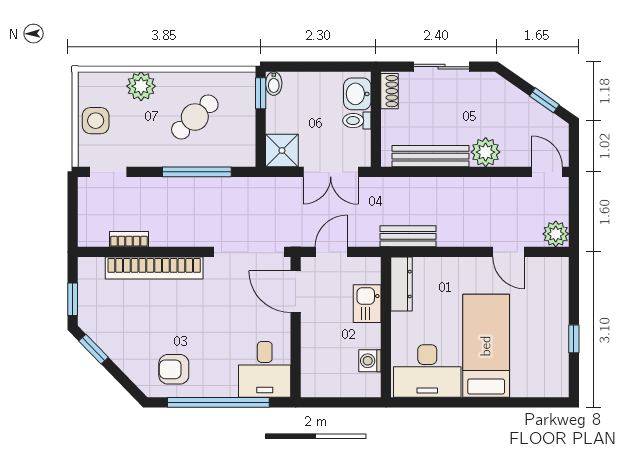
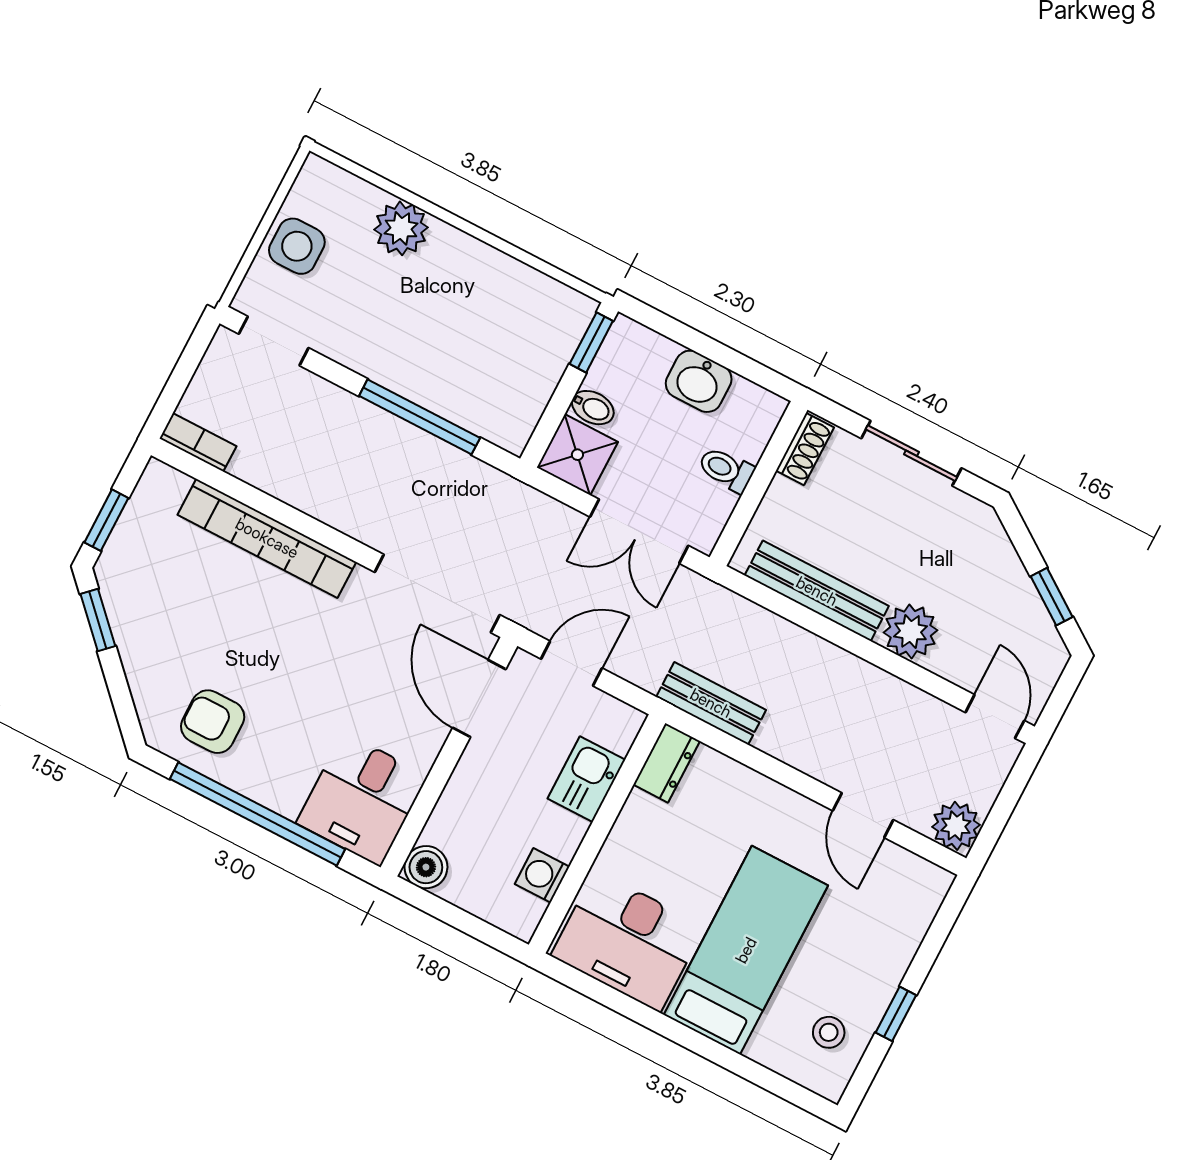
bidet: (274, 83) -> (593, 408), moved, turned -90
washbasin: (357, 94) -> (699, 381), moved, turned -90
cafe table: (195, 117) -> (463, 325), removed
bookcase: (129, 239) -> (198, 442), moved
dresser: (402, 284) -> (667, 763), width x0.70
stool: (546, 364) -> (829, 1032), added
boiler: (312, 386) -> (426, 867), added

